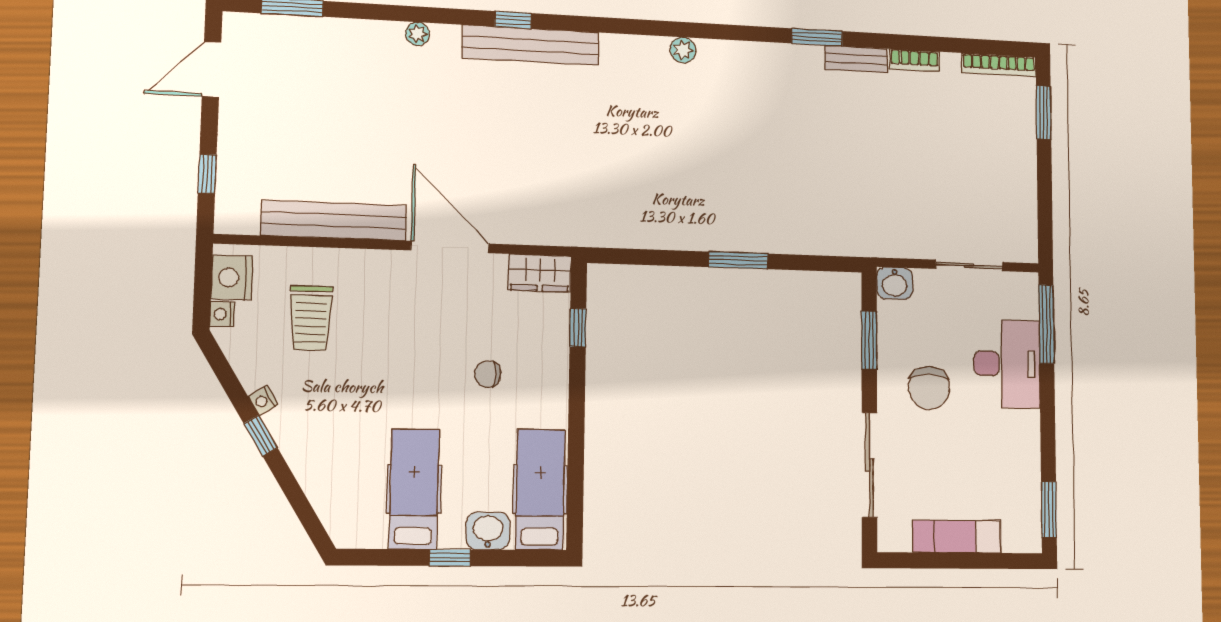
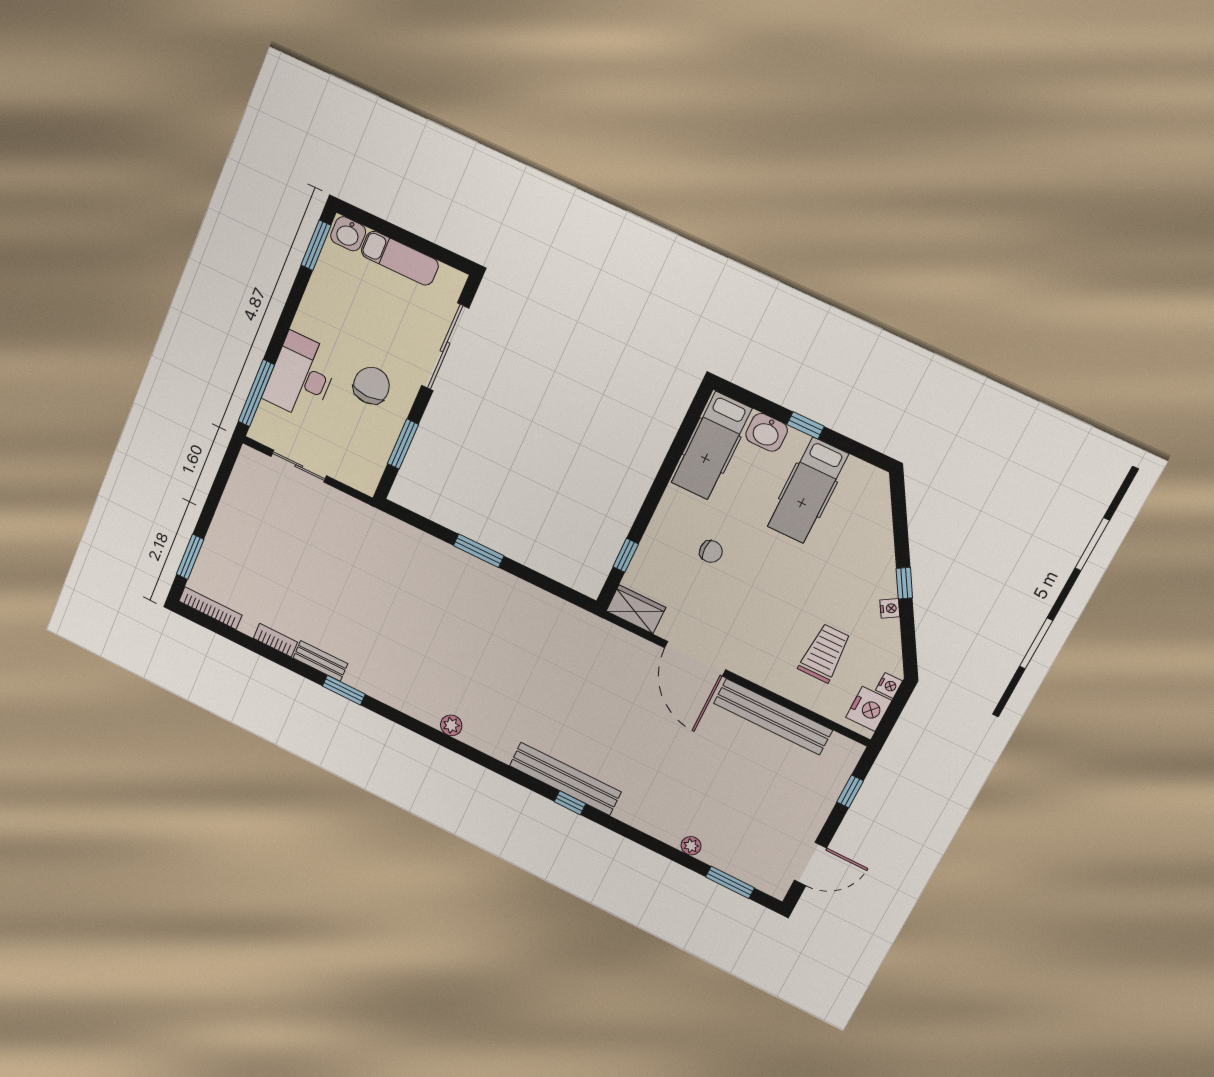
plant: (418, 34) -> (691, 846), moved
washbasin: (895, 283) -> (348, 234), moved, turned 180

